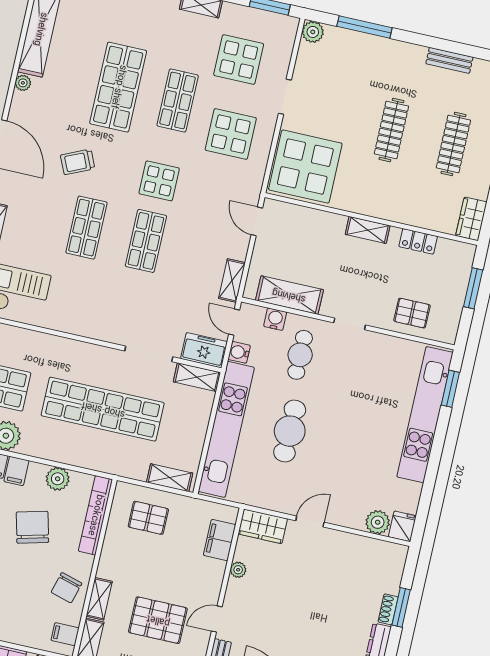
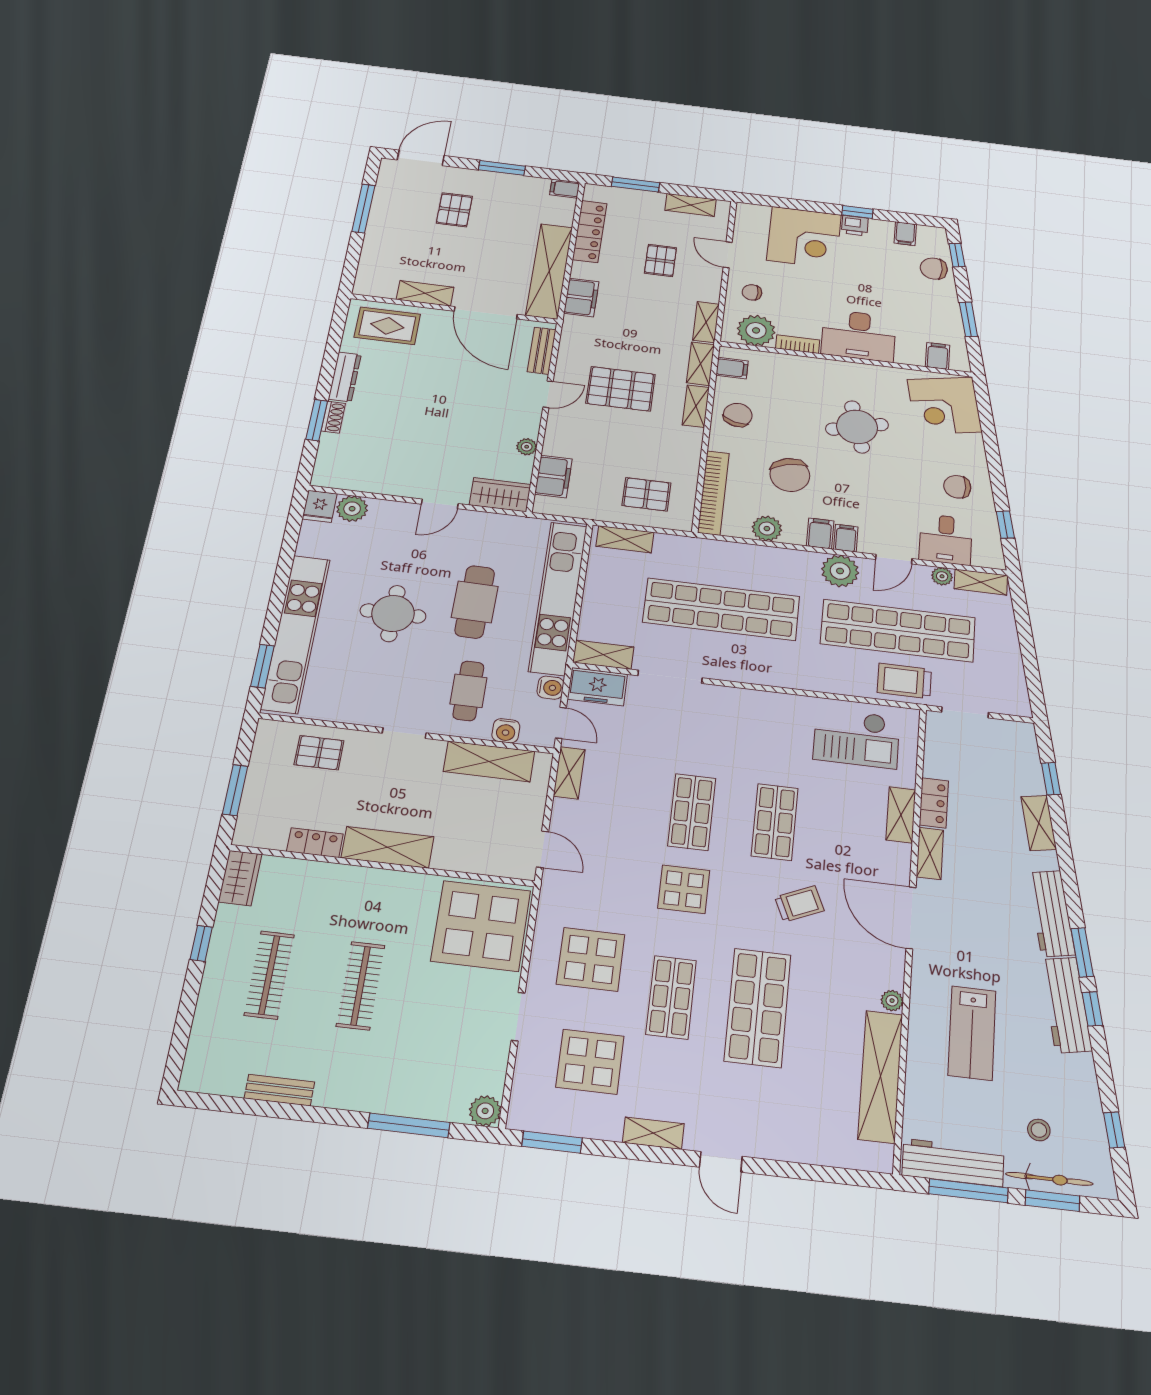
shelving: (368, 230) -> (388, 847), width x1.50, depth x1.33
round table: (352, 426) -> (393, 613), added

